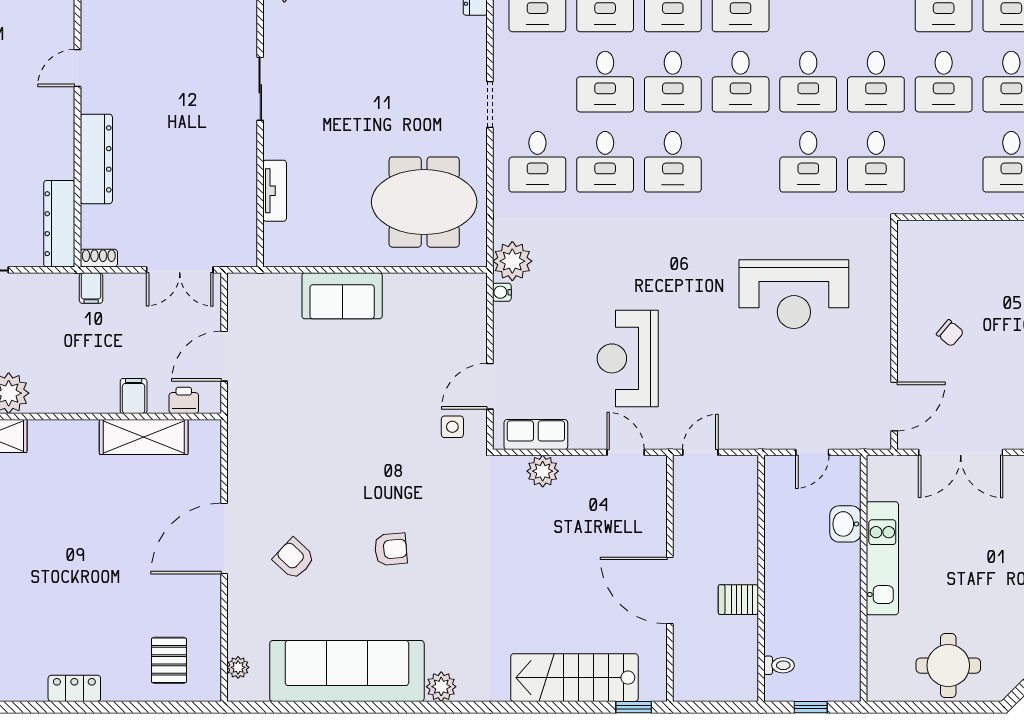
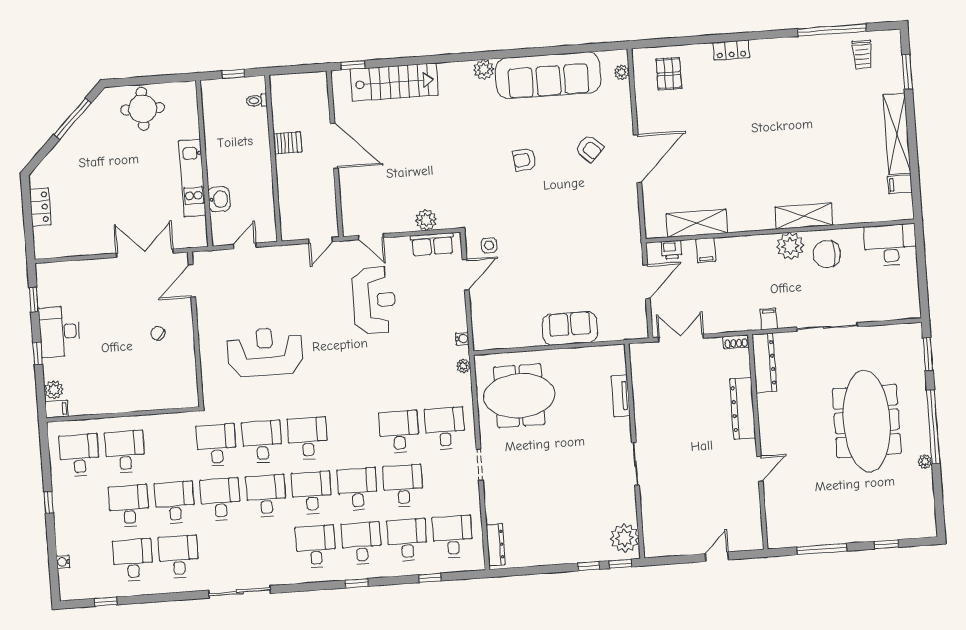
desk: (673, 162) -> (308, 438), moved
plant: (512, 261) -> (463, 366), width x0.53, depth x0.53
filing cabinet: (91, 288) -> (769, 319), moved

